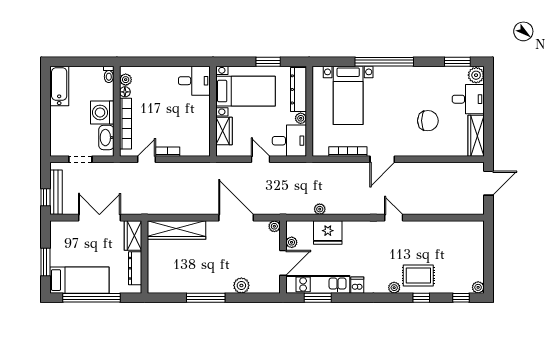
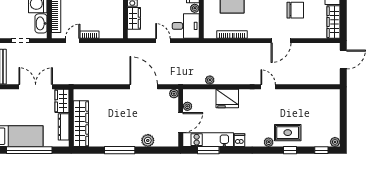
door: (382, 159) -> (281, 41), moved
wardrobe: (177, 230) -> (81, 124), moved, turned -90
fridge: (328, 232) -> (227, 99), moved

